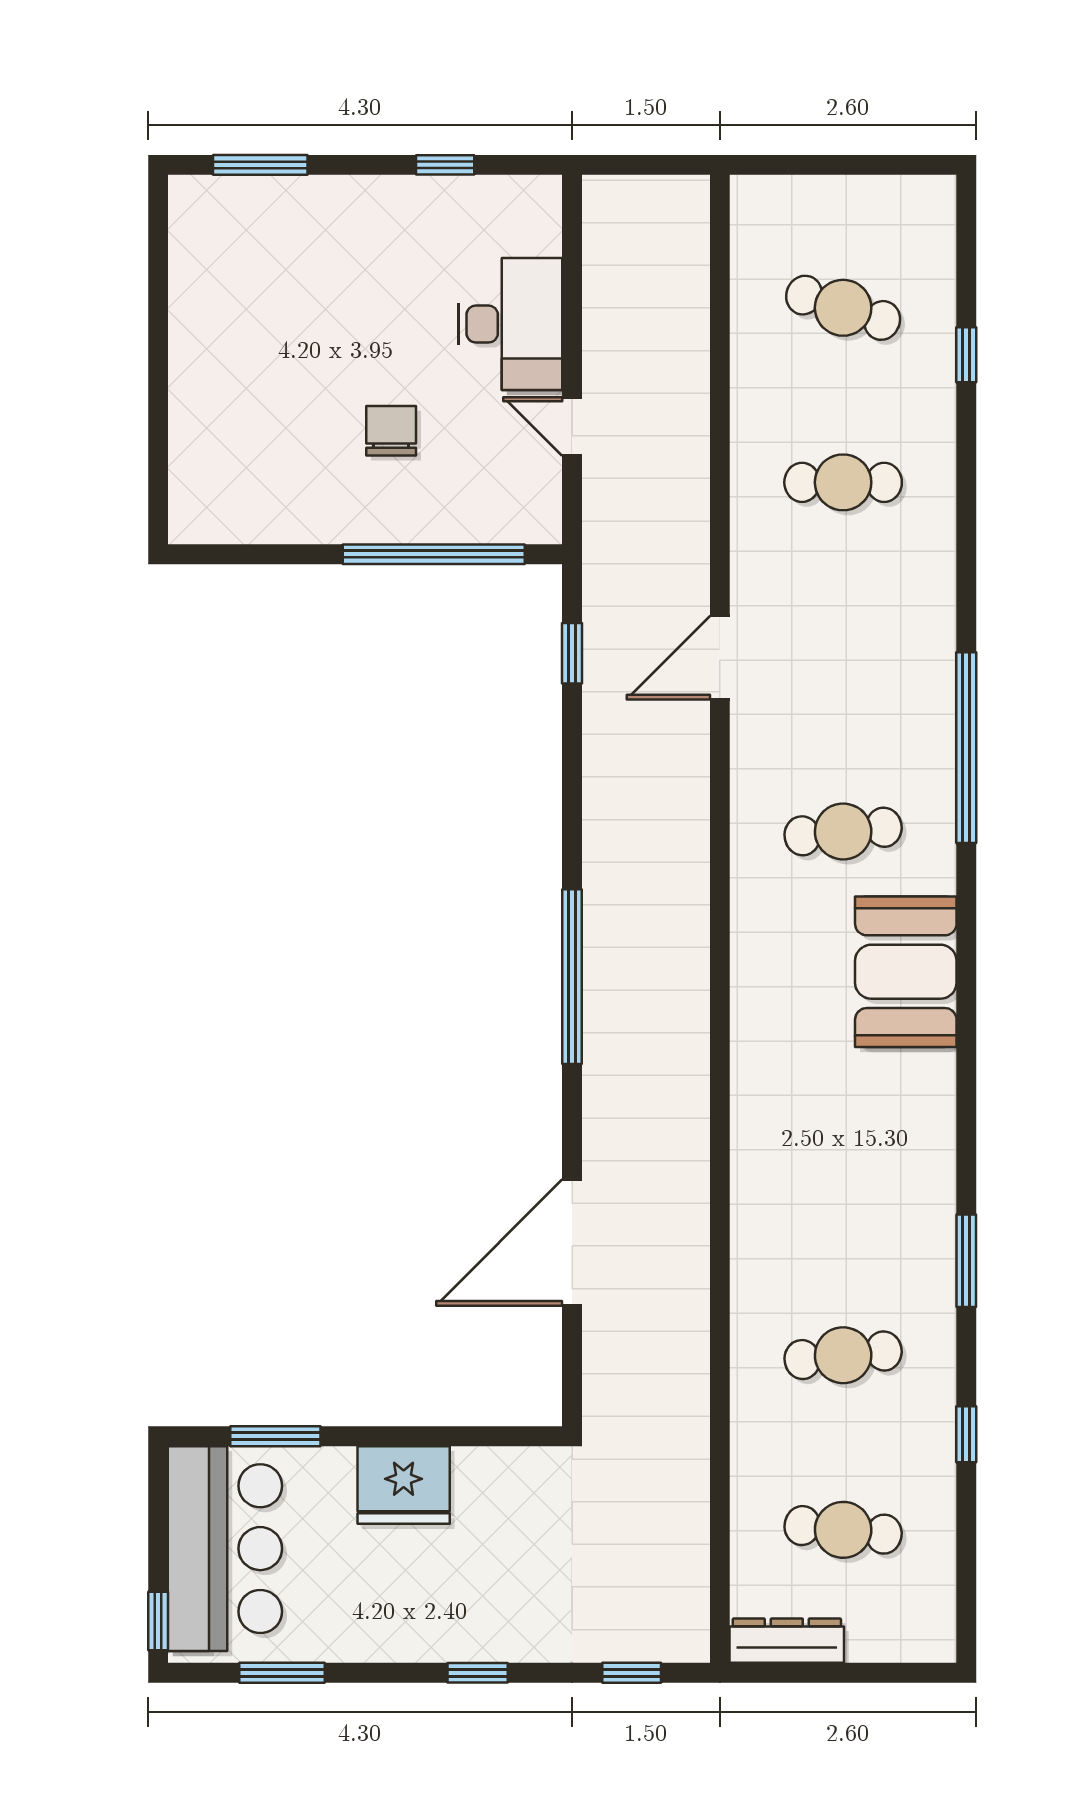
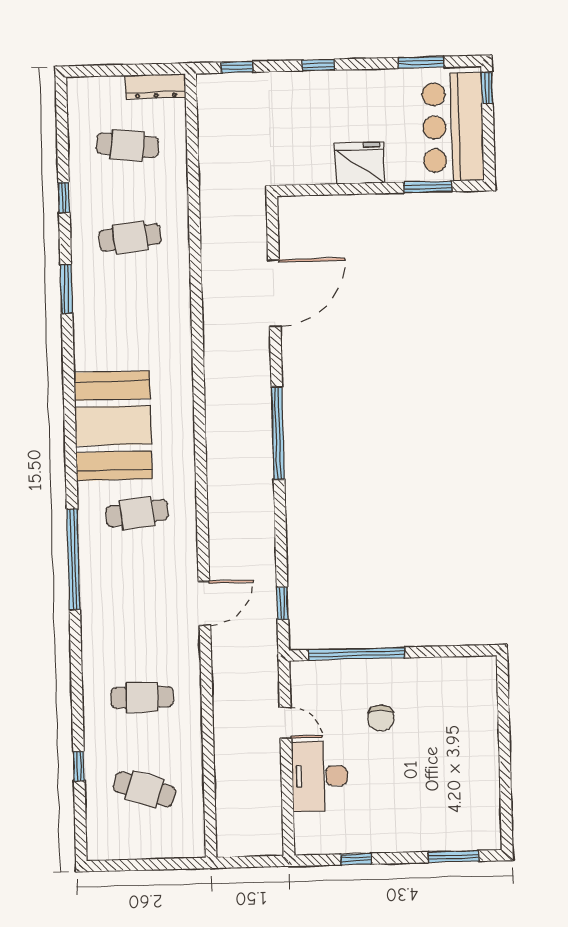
booth: (906, 972) -> (113, 426), width x1.36, depth x1.42

